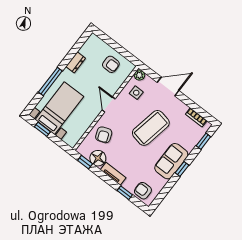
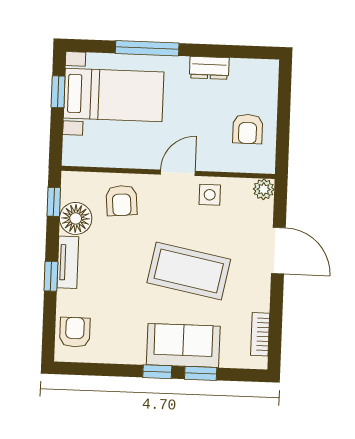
side table: (136, 93) -> (210, 195), moved
armchair: (104, 135) -> (122, 201), turned -74
window: (203, 141) -> (201, 373), moved
sofa: (171, 161) -> (183, 345), moved
window: (125, 193) -> (51, 276), moved

